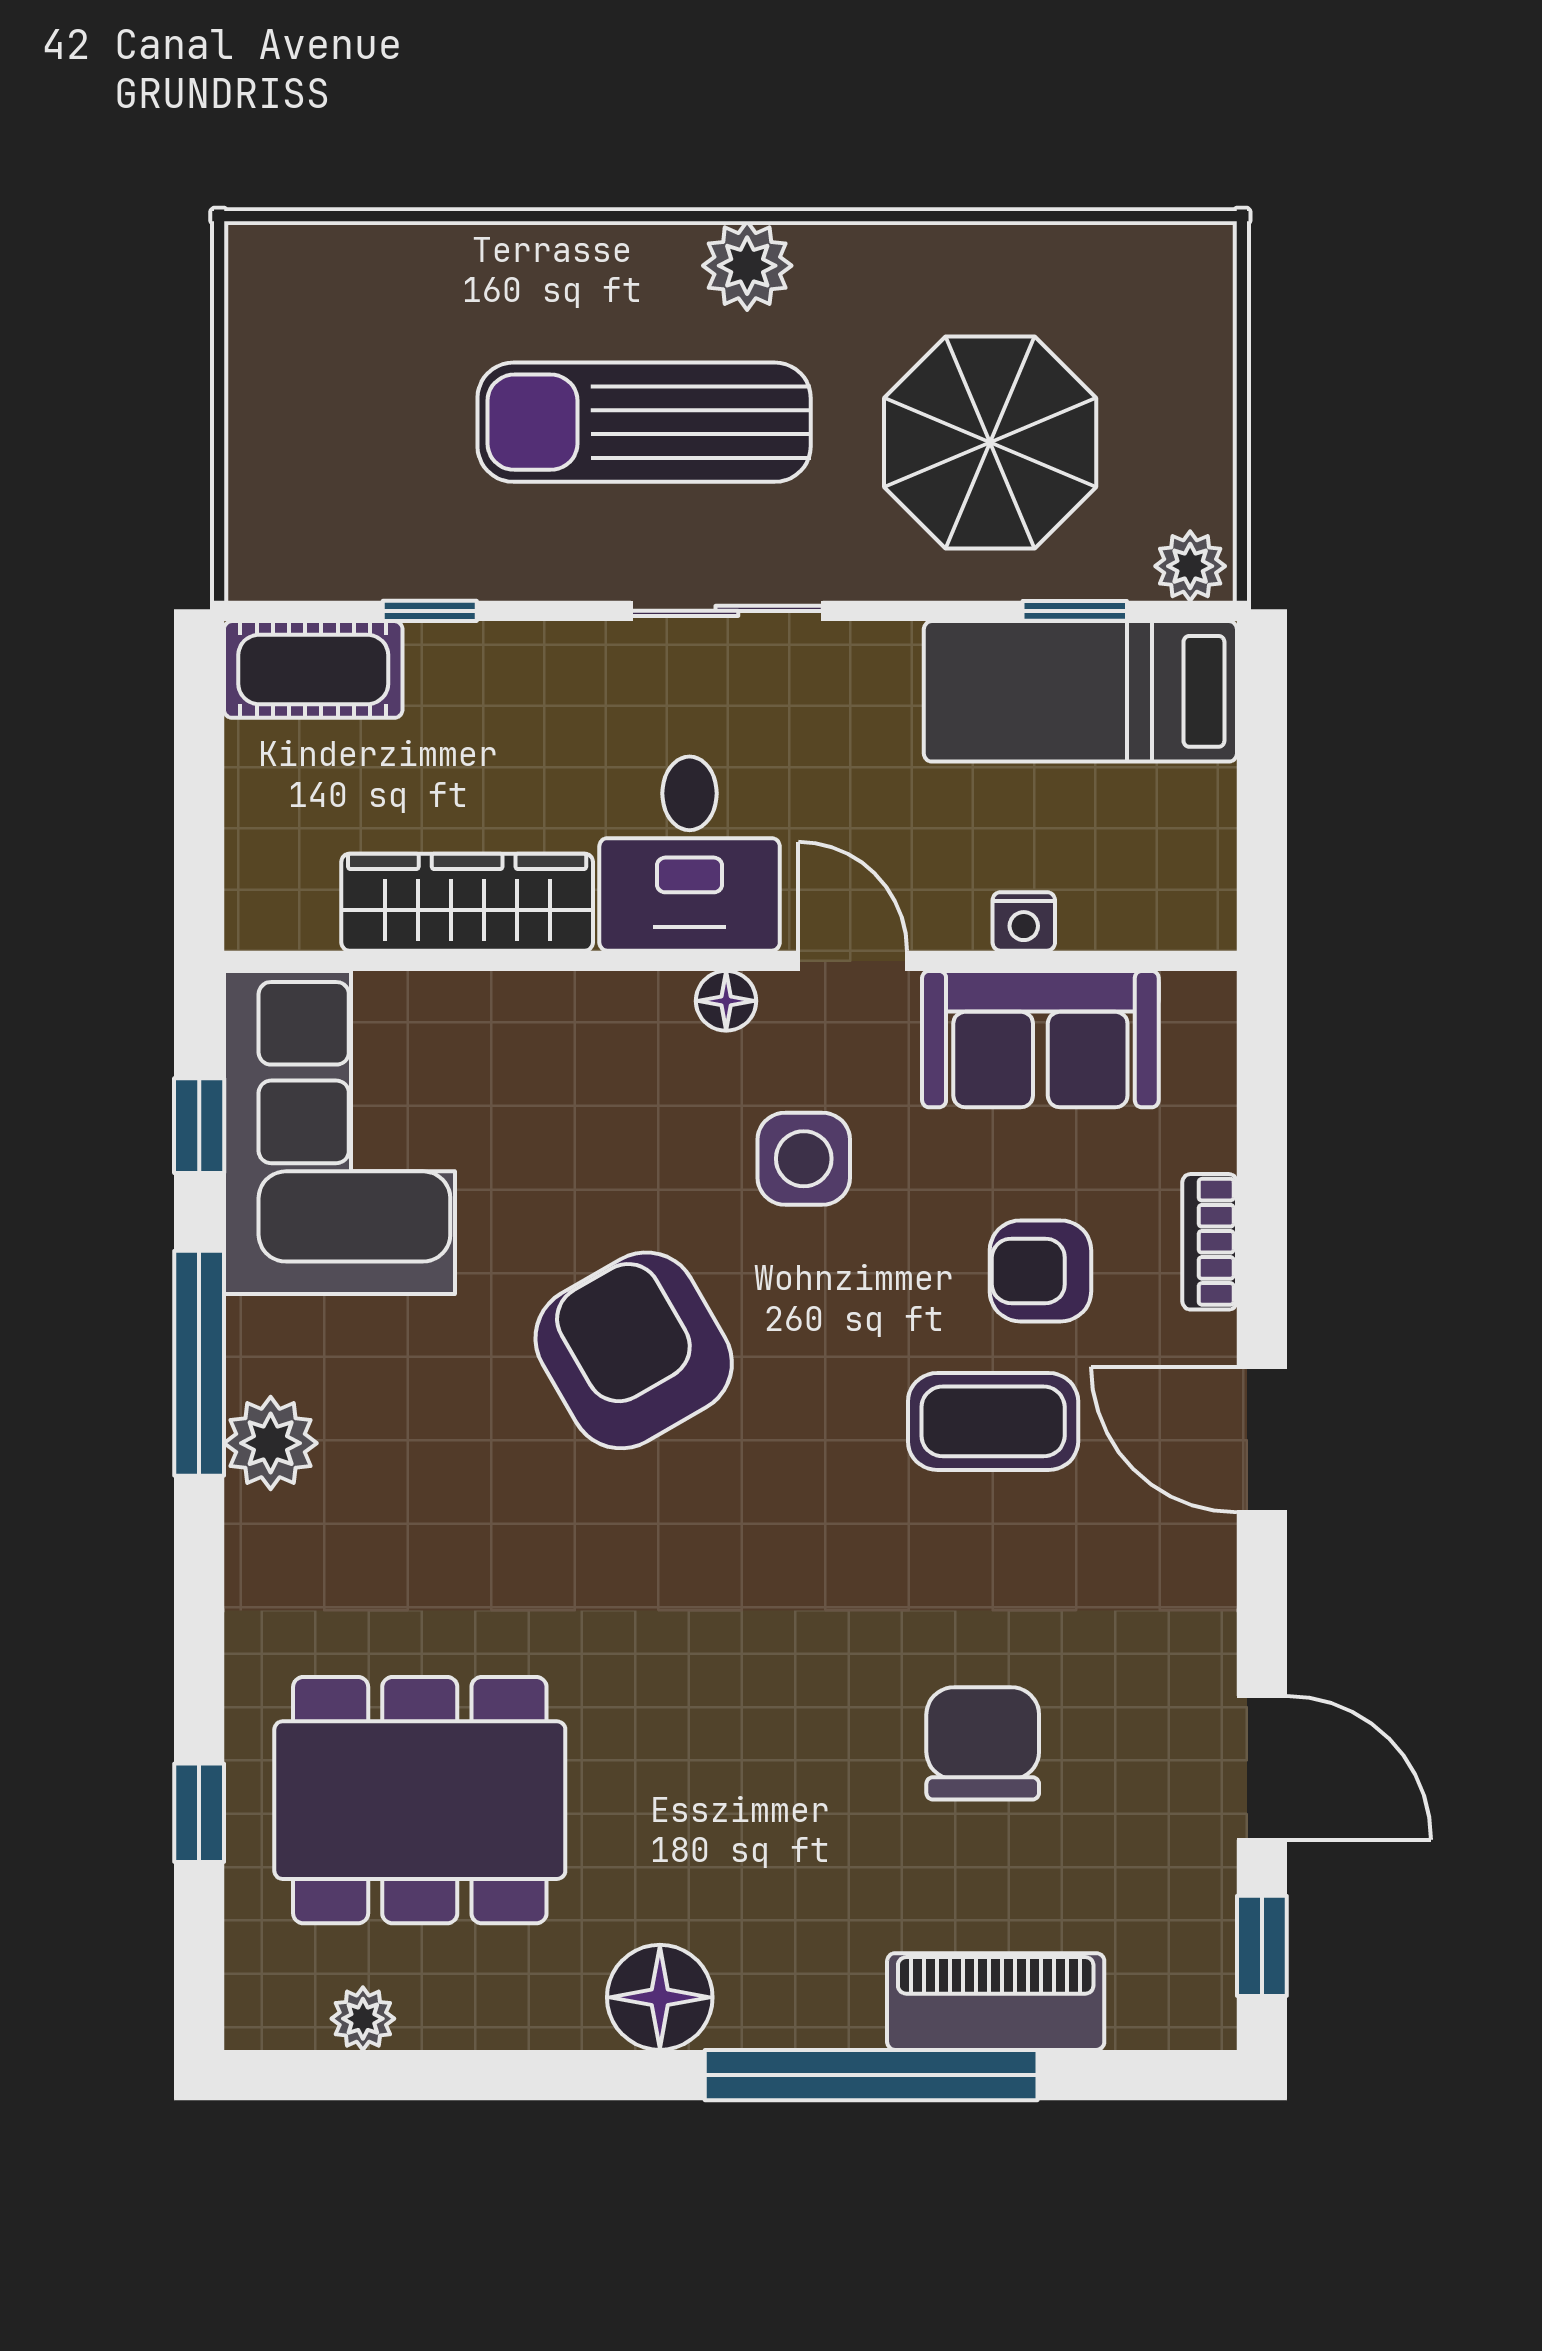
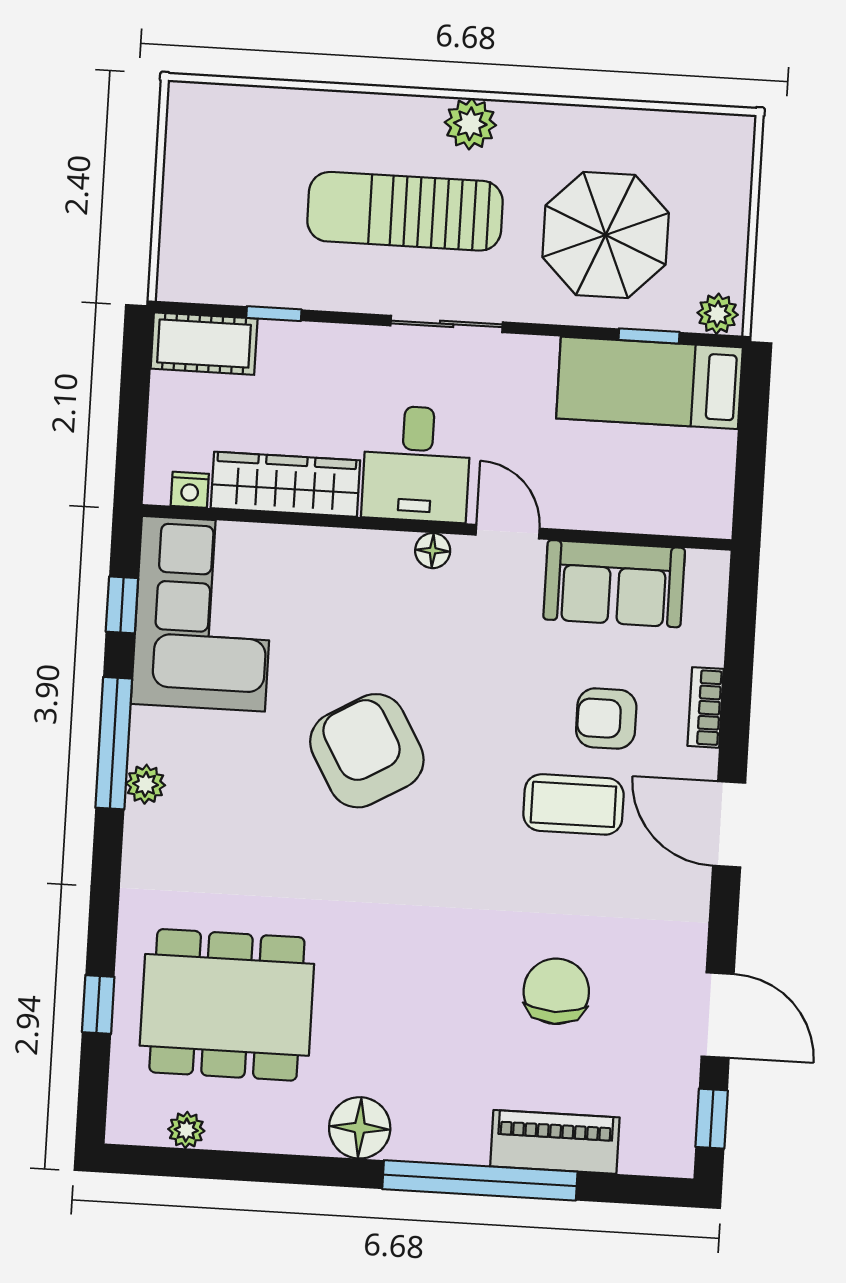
nightstand: (1024, 921) -> (190, 490), moved
side table: (804, 1159) -> (472, 645), removed
plant: (271, 1443) -> (146, 784), width x0.73, depth x0.73

